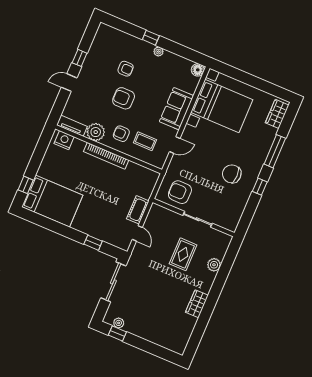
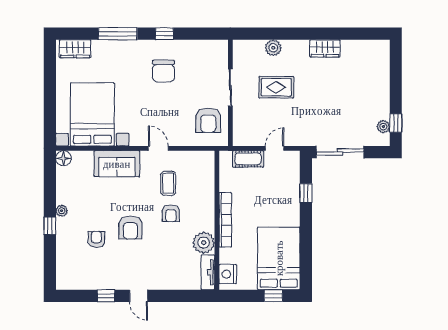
tv unit: (72, 126) -> (208, 272), moved
plant: (96, 132) -> (204, 243), moved
nightstand: (64, 140) -> (228, 274), moved
wall: (109, 149) -> (217, 220), moved
bookcase: (106, 156) -> (225, 220), moved

